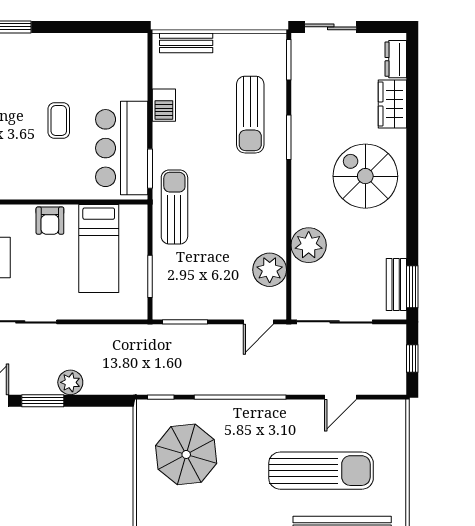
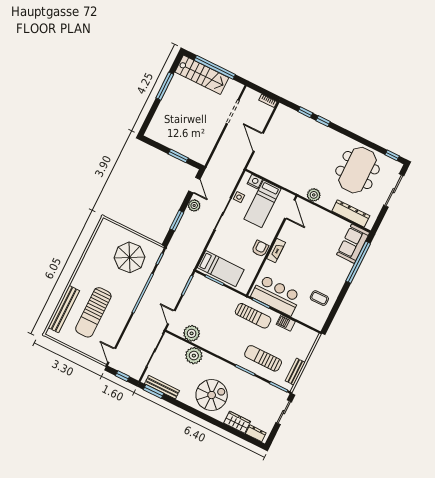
bench: (186, 43) -> (295, 372), moved
coffee table: (59, 120) -> (319, 298), moved
fireplace: (39, 190) -> (276, 251), added
sun lounger: (174, 207) -> (253, 316), moved
armchair: (50, 221) -> (260, 249), turned 90
bed: (99, 249) -> (221, 269), moved, turned 180
bench: (396, 284) -> (162, 387), width x1.36
plant: (70, 382) -> (194, 205), moved
door: (341, 397) -> (112, 355), moved
window: (43, 401) -> (177, 221), moved

